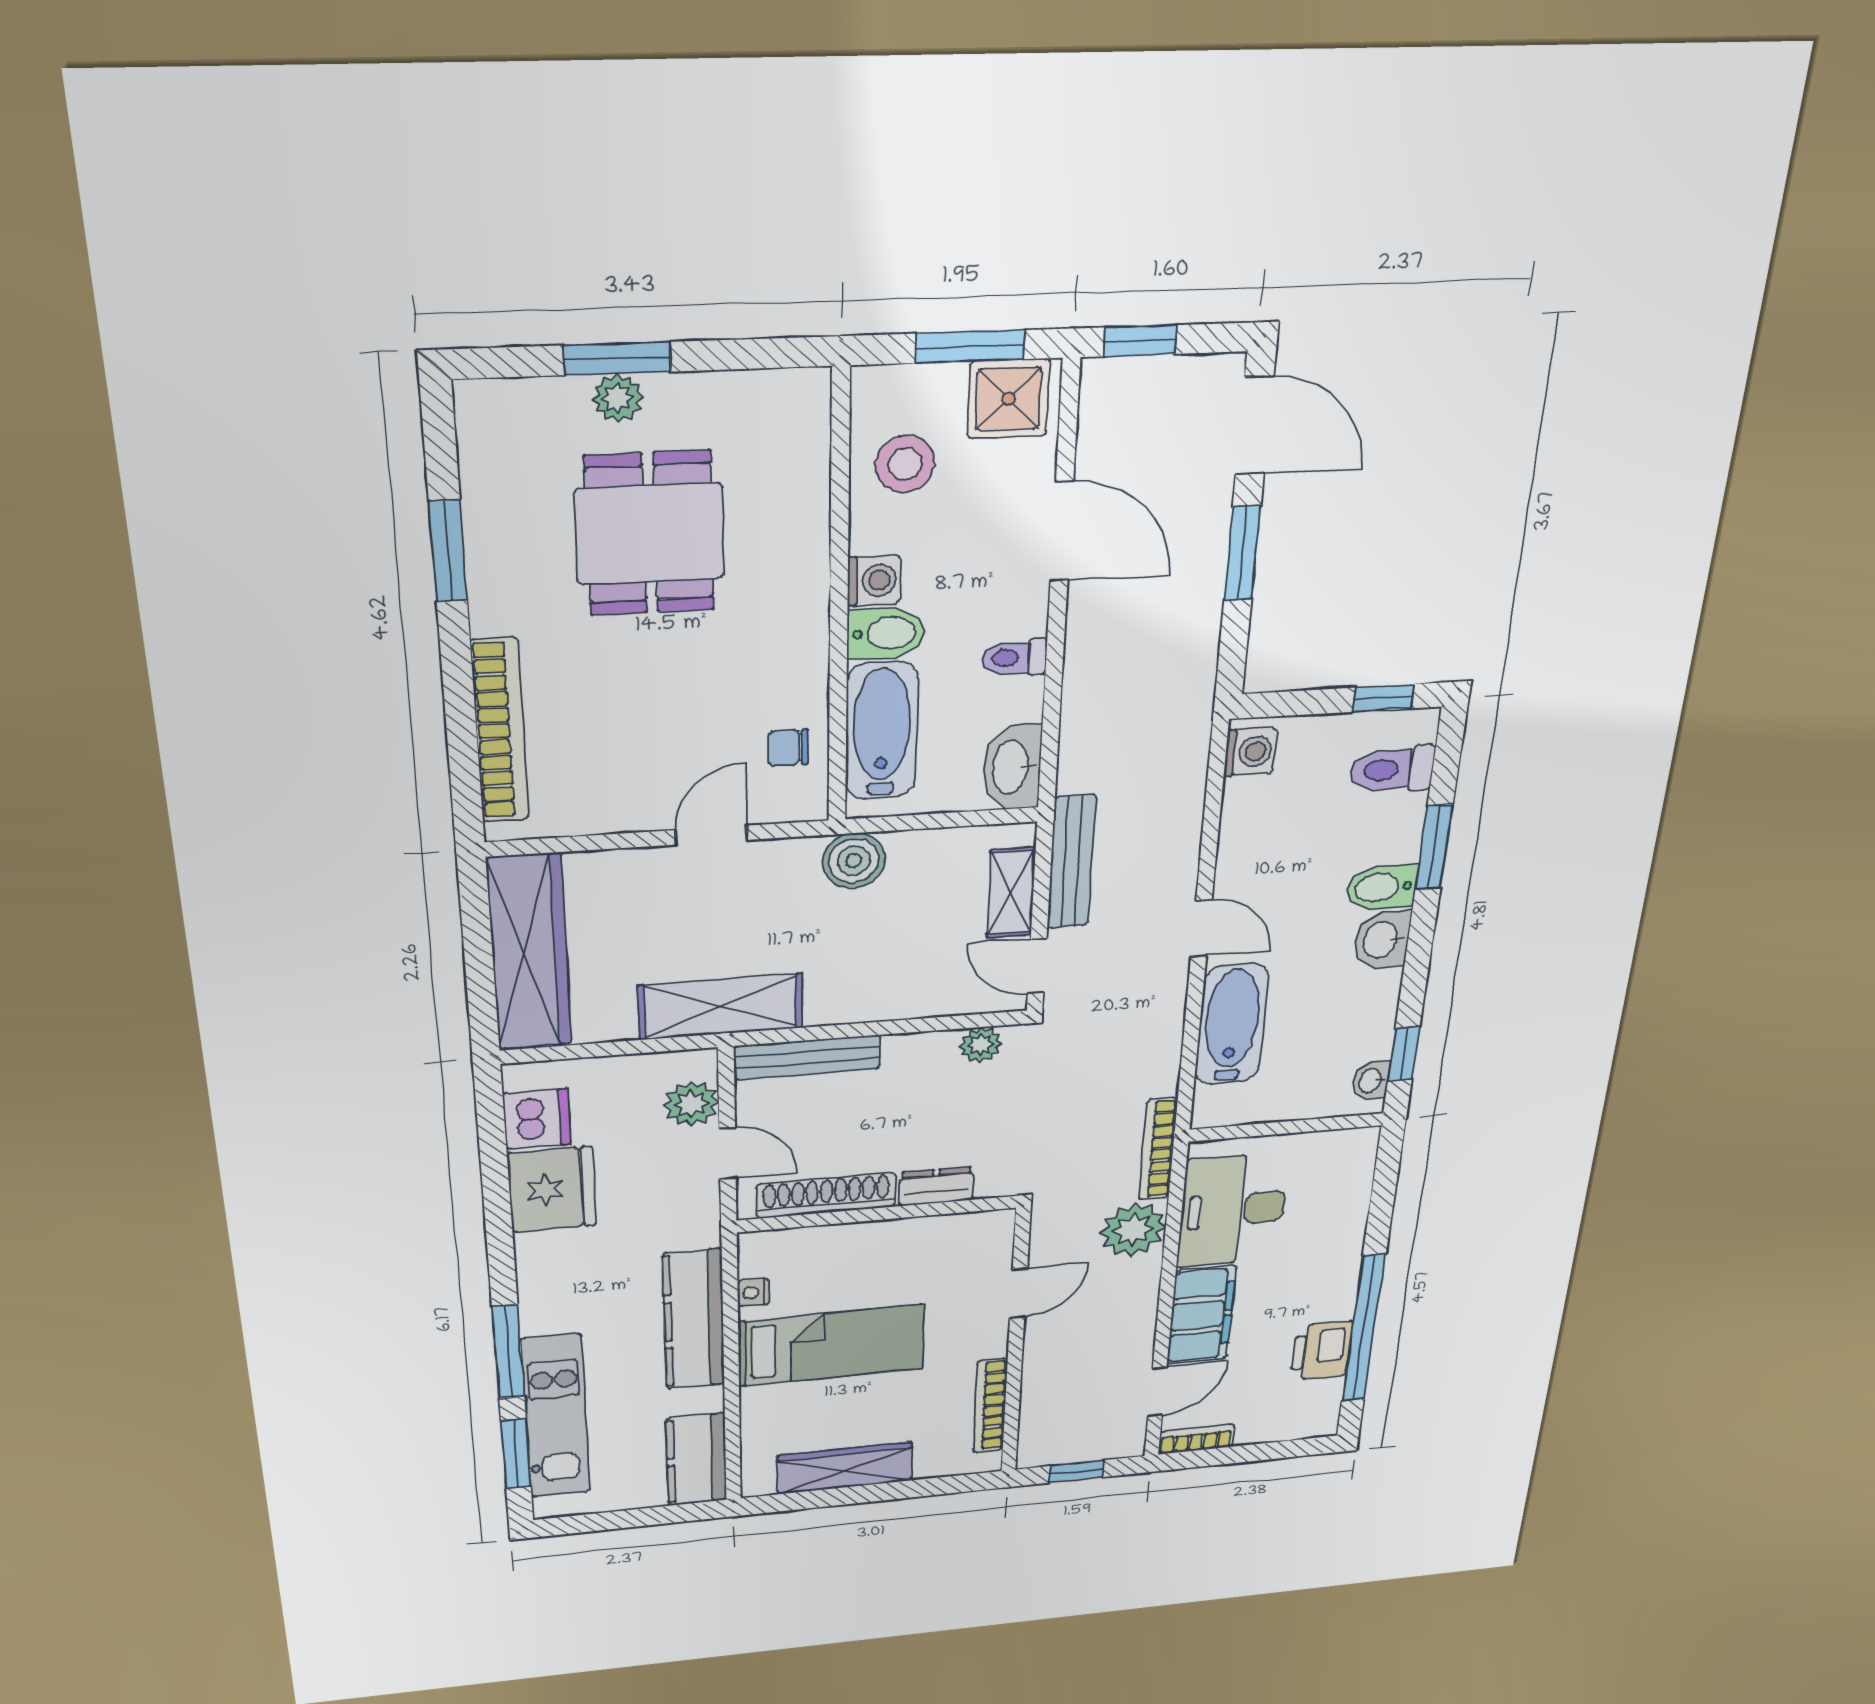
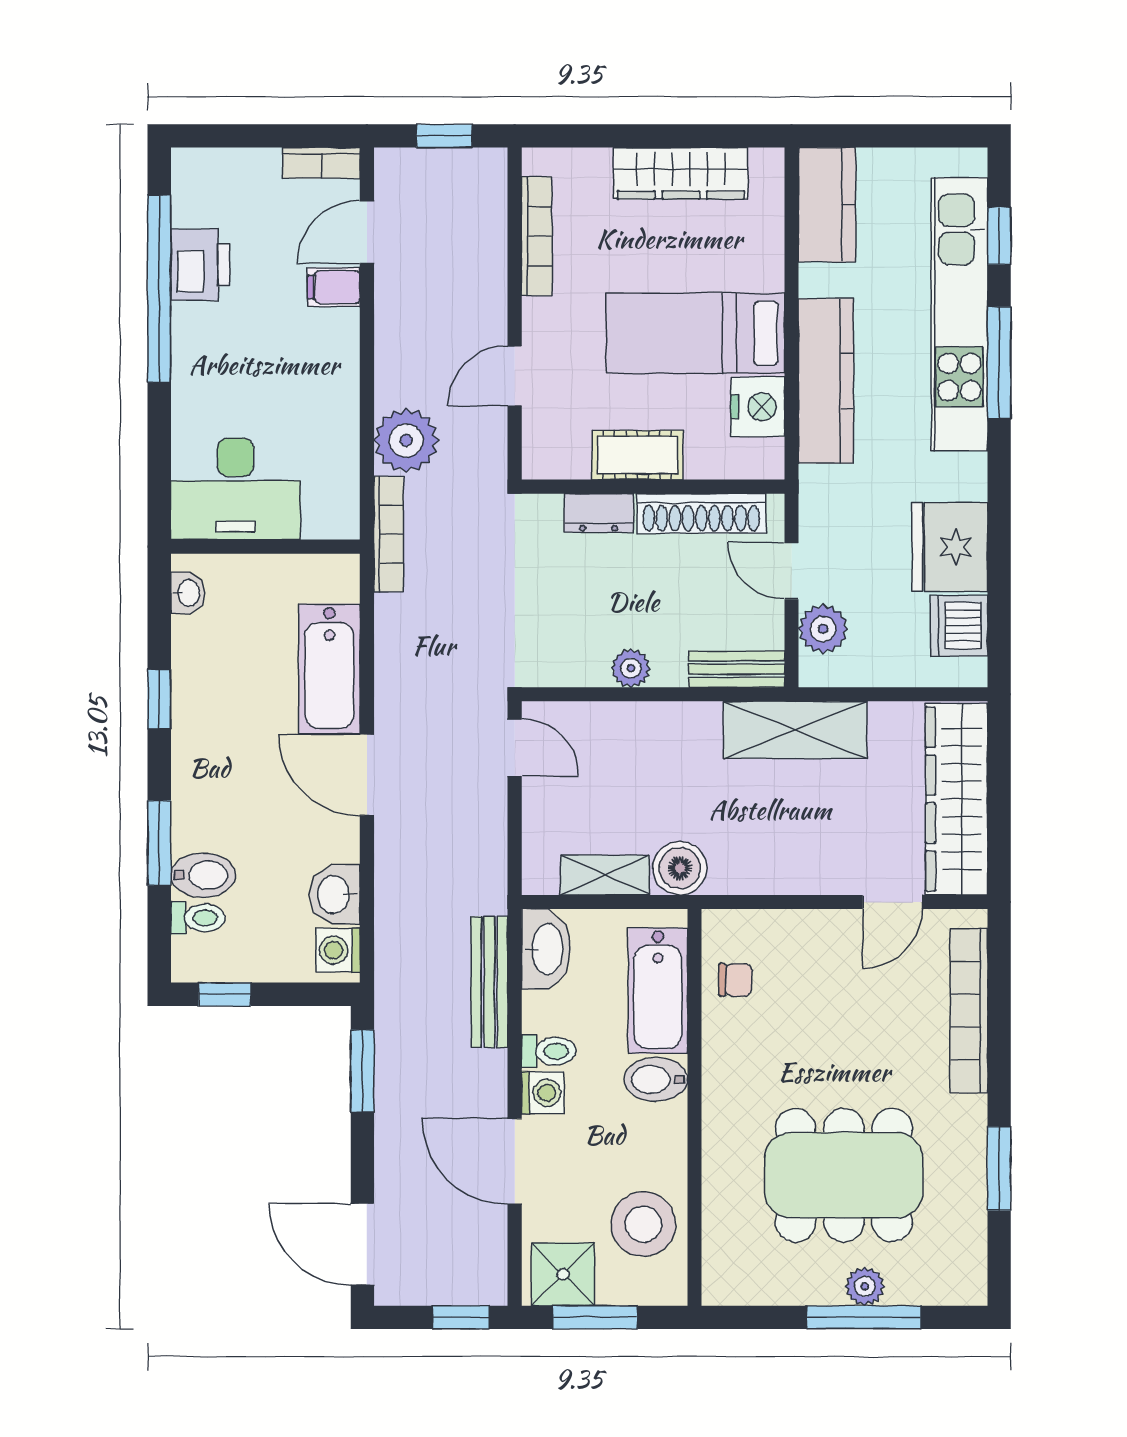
window: (617, 359) -> (864, 1317), width x1.44
stool: (905, 464) -> (643, 1224), width x1.38, depth x1.38
dining table: (650, 534) -> (844, 1175), width x1.38
window: (1242, 553) -> (362, 1071), moved
washing machine: (874, 581) -> (543, 1093), moved, turned 180
toilet: (1392, 770) -> (198, 918), width x0.73, depth x0.72
door: (711, 835) -> (893, 902), moved
bench: (1072, 862) -> (489, 982), moved
bidet: (1382, 887) -> (203, 875), moved
shelving: (1011, 892) -> (605, 875), moved, turned 90
door: (1201, 928) -> (367, 775), width x1.38
washbasin: (1382, 940) -> (335, 894), moved, turned 180
plant: (981, 1045) -> (631, 668), moved
window: (1404, 1054) -> (159, 699), moved
bench: (807, 1057) -> (737, 669), width x0.73
desk: (1233, 1210) -> (236, 489), moved, turned 90
cot: (894, 1239) -> (637, 455), added
nightstand: (753, 1292) -> (758, 407), width x1.89, depth x1.79
filing cabinet: (1201, 1315) -> (334, 287), width x0.33, depth x0.86
kitchen unit: (556, 1417) -> (959, 314), width x1.36
window: (516, 1454) -> (999, 236), width x0.67

